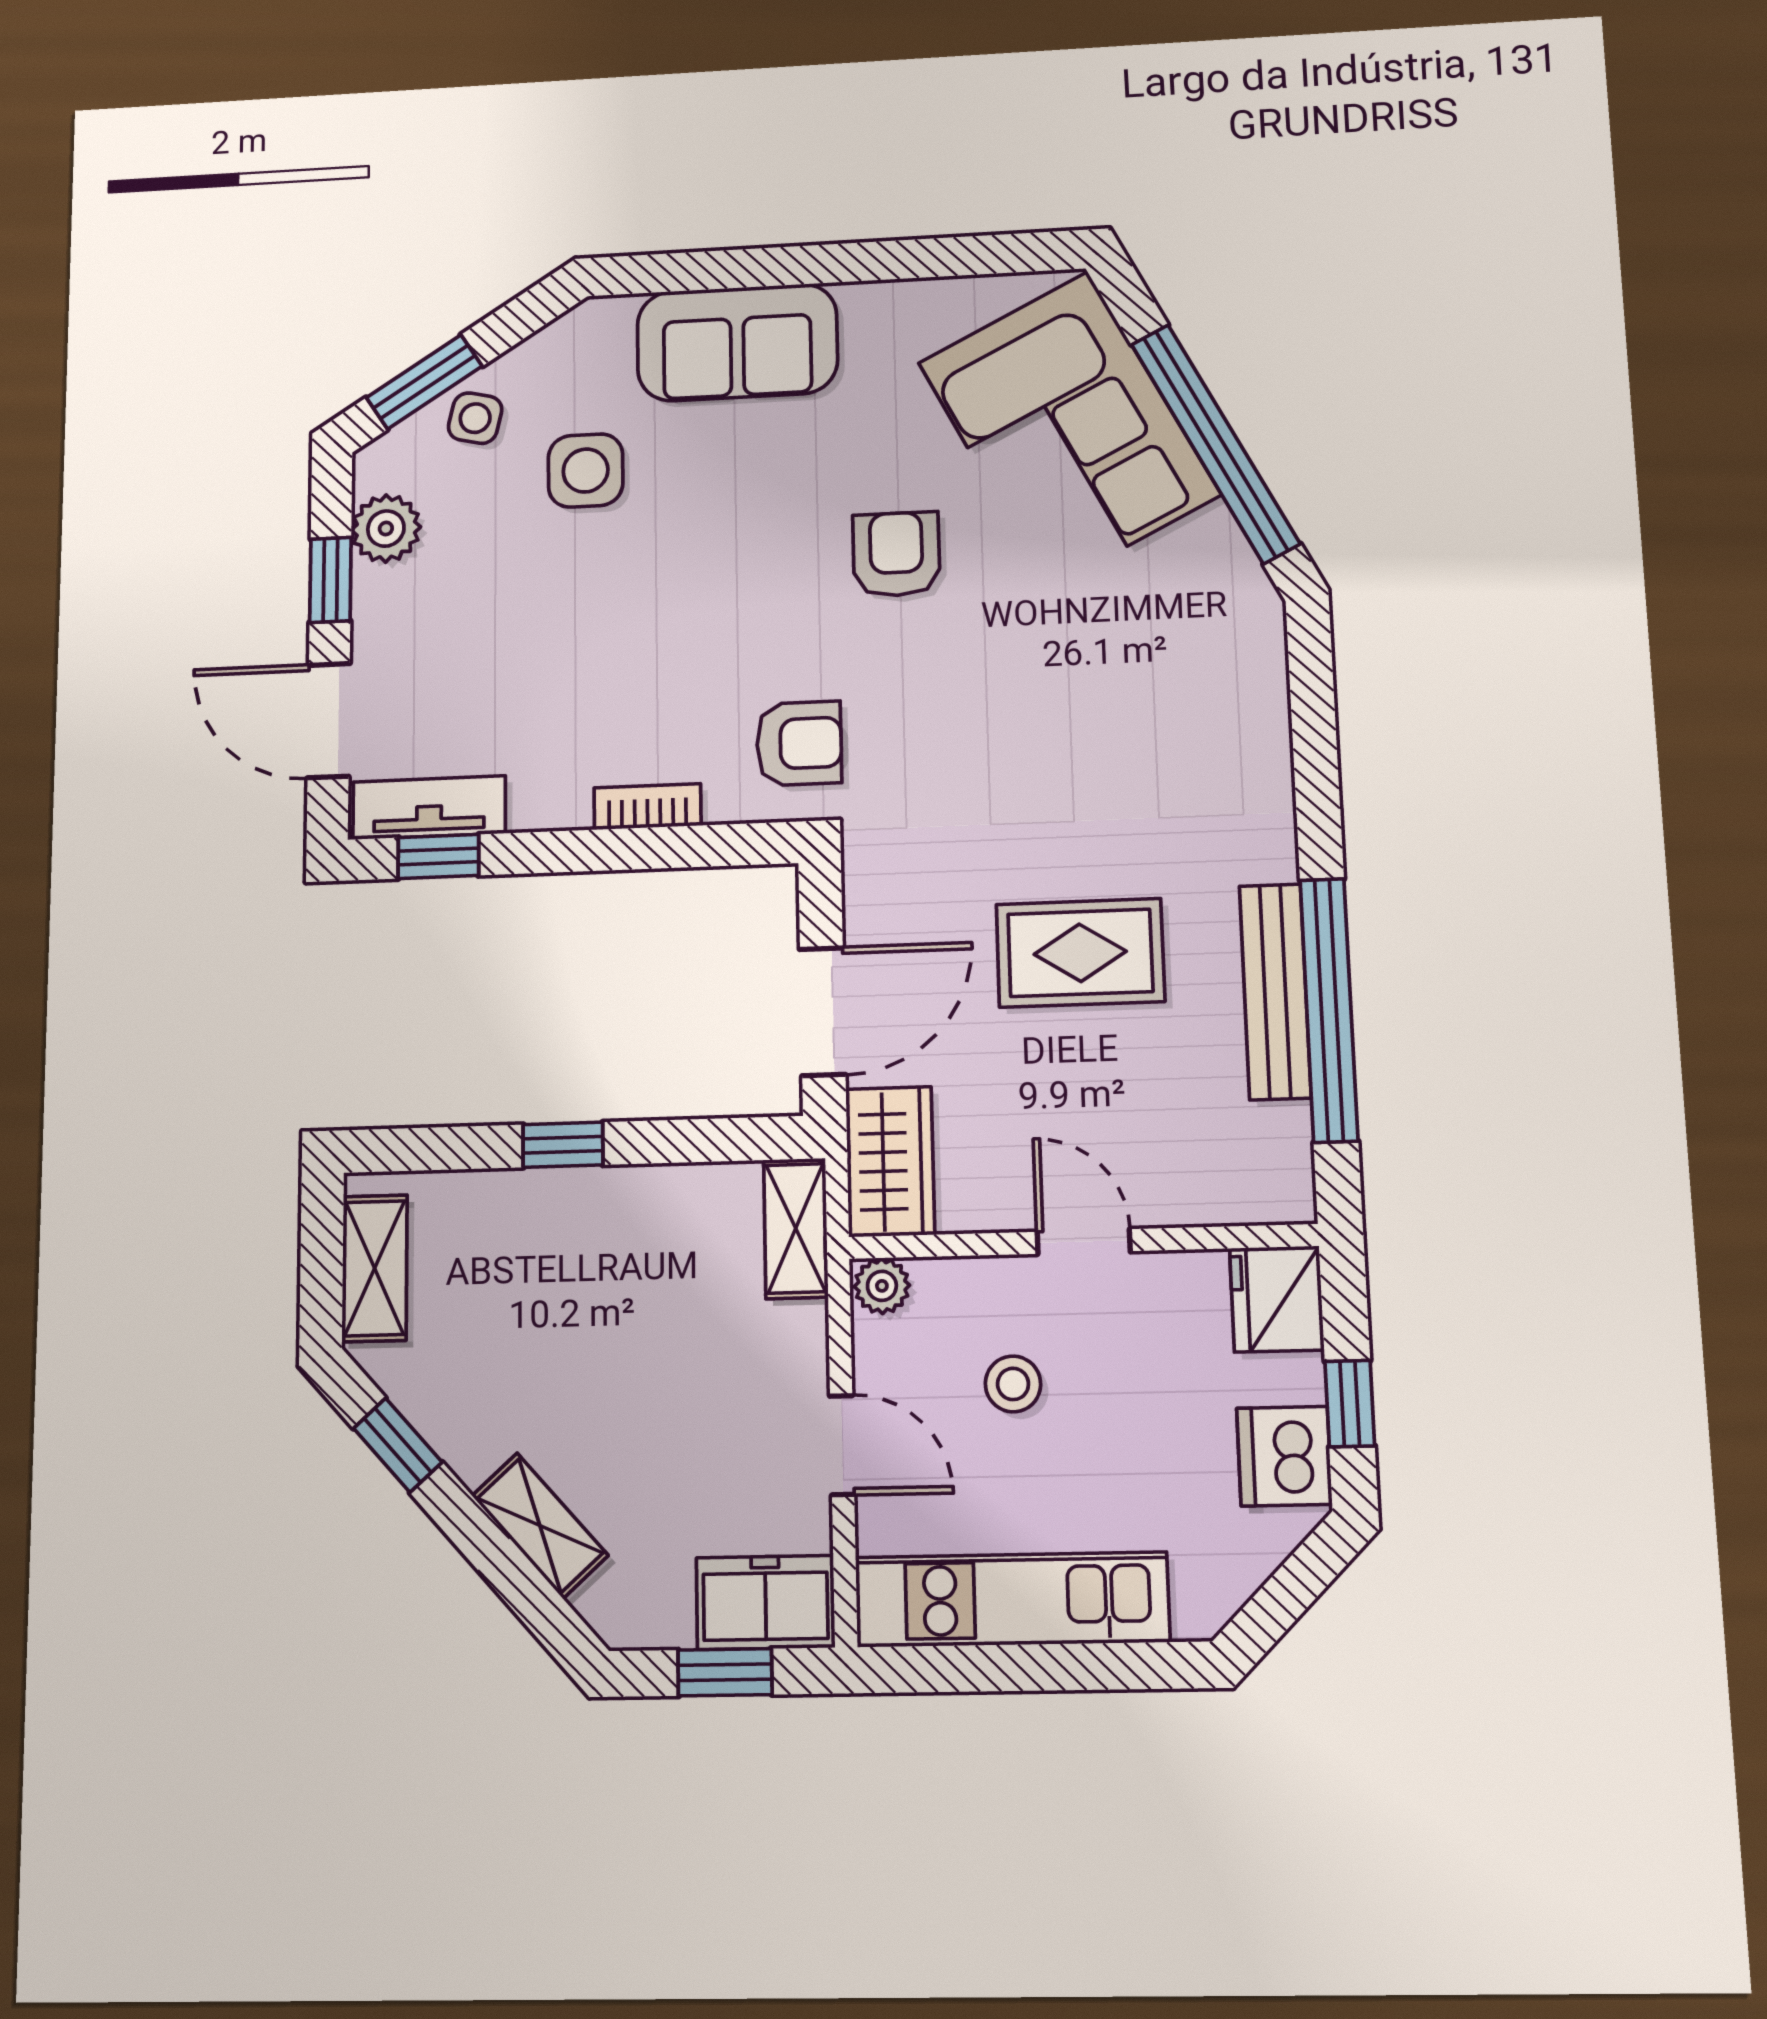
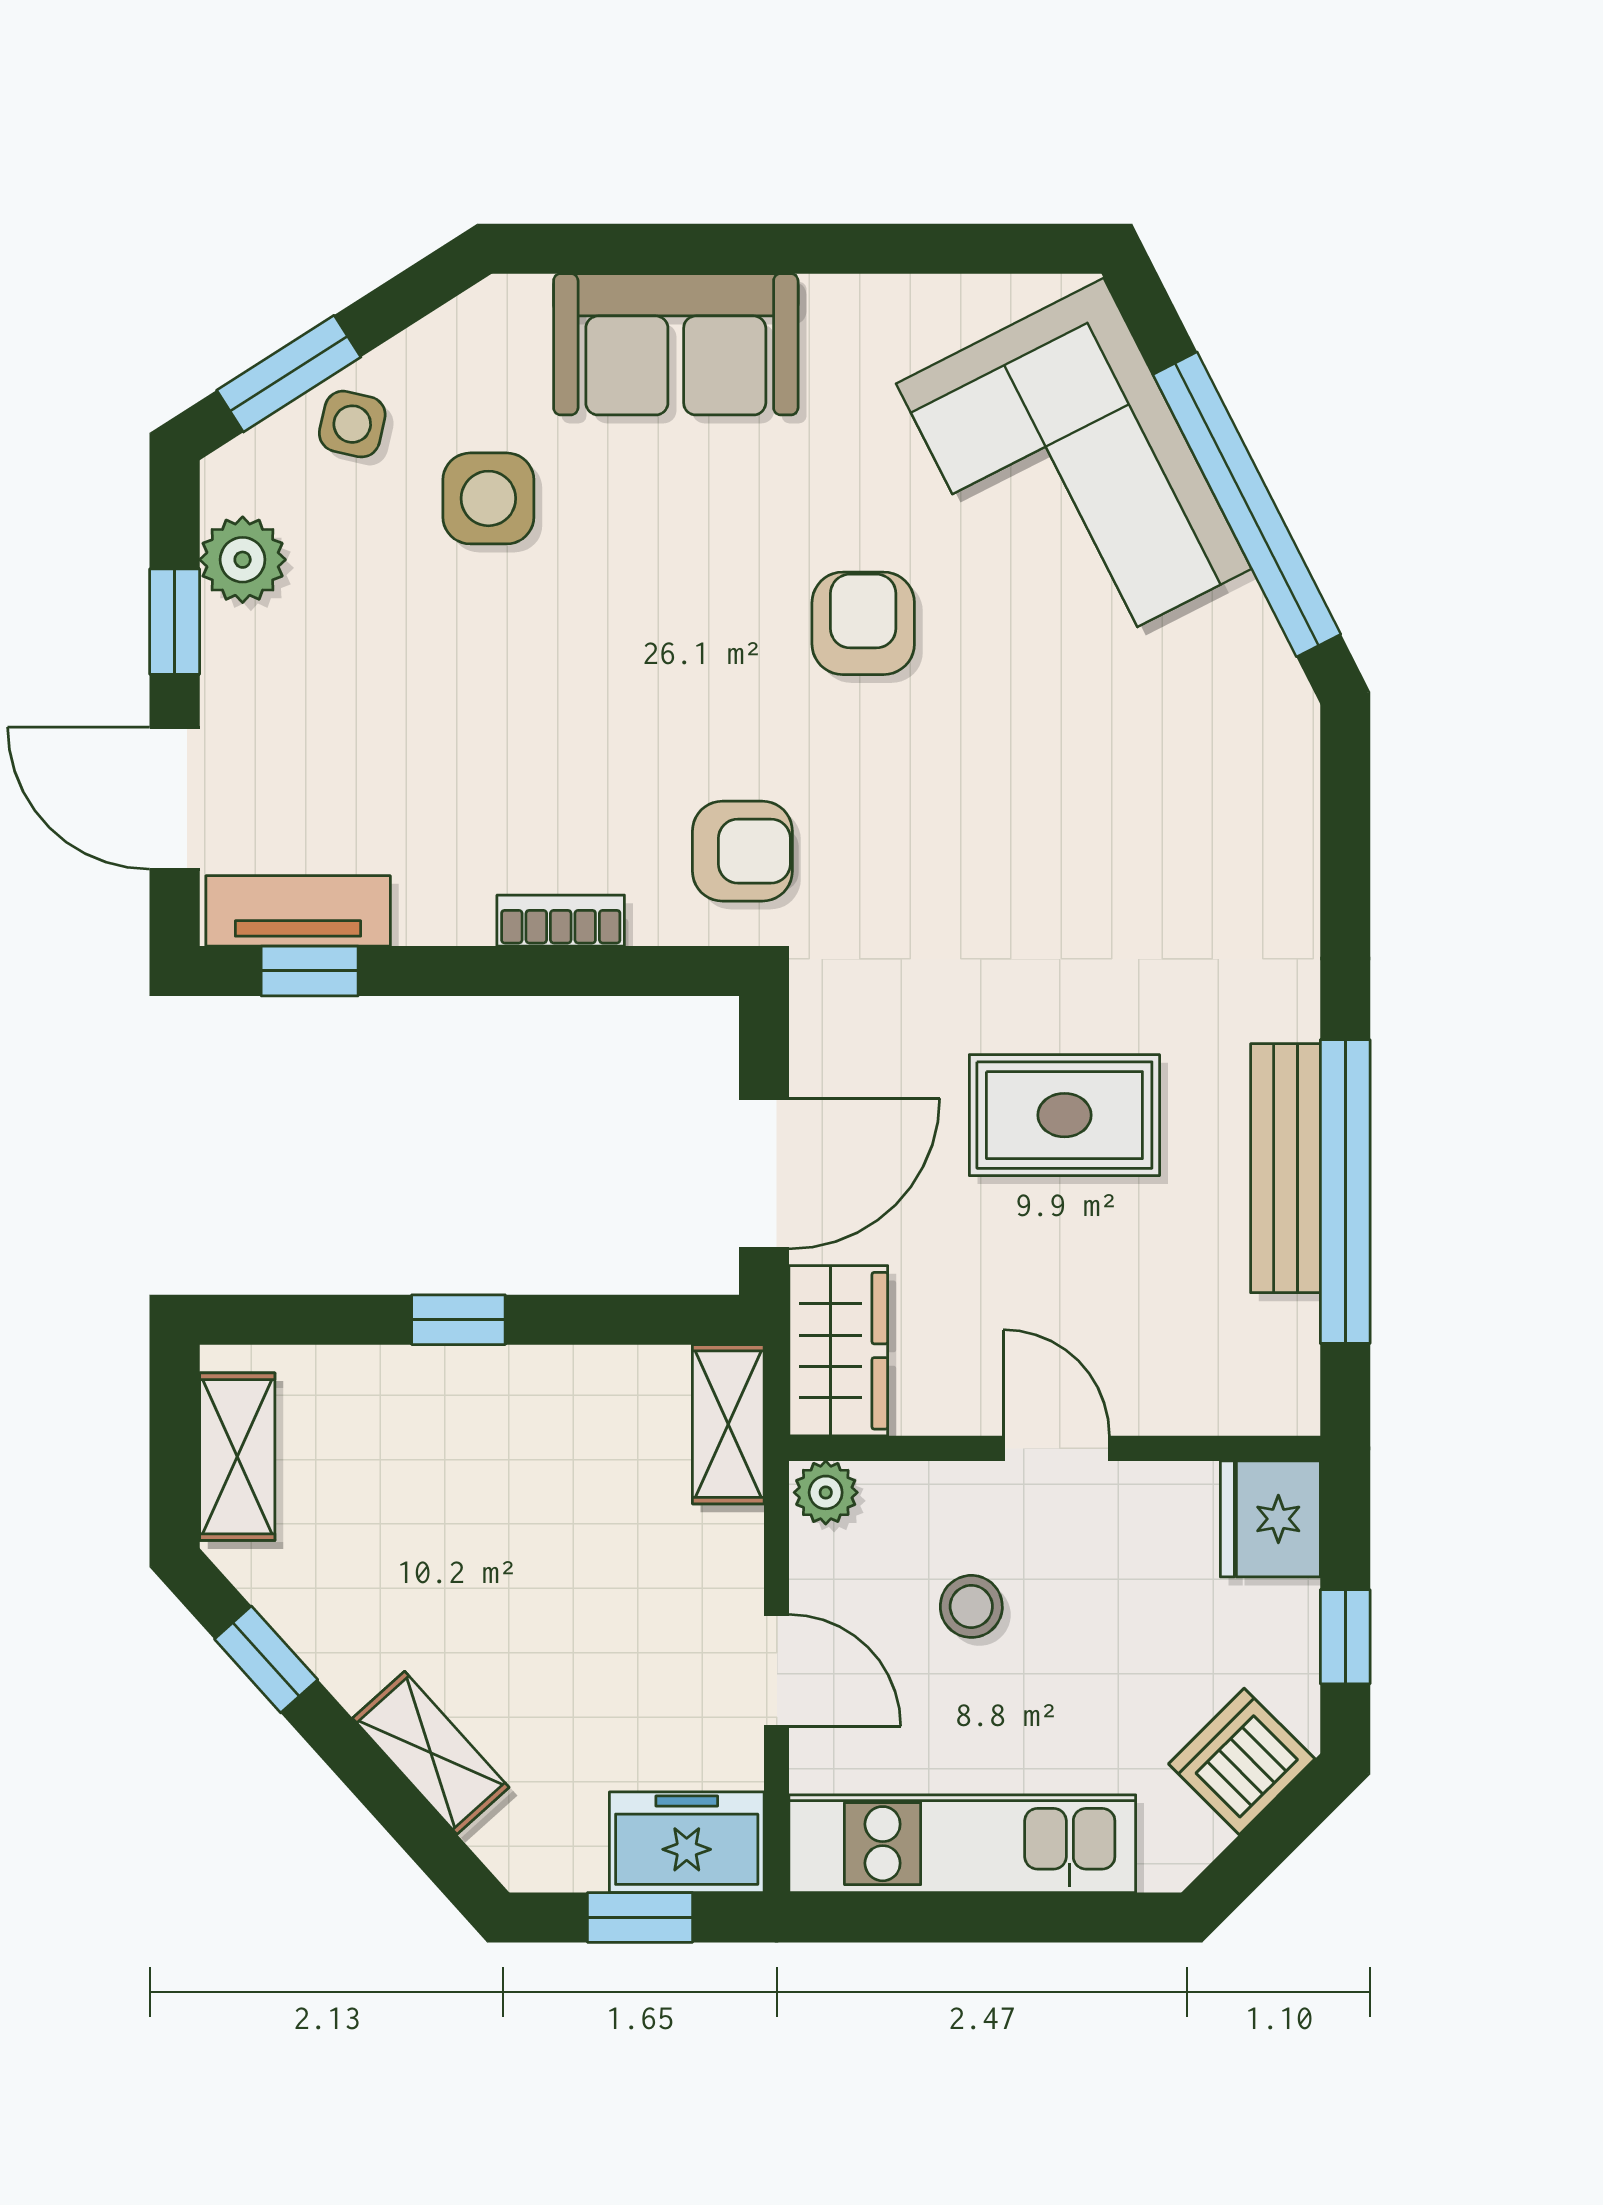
dishwasher: (1284, 1456) -> (1242, 1761), moved, turned 45

